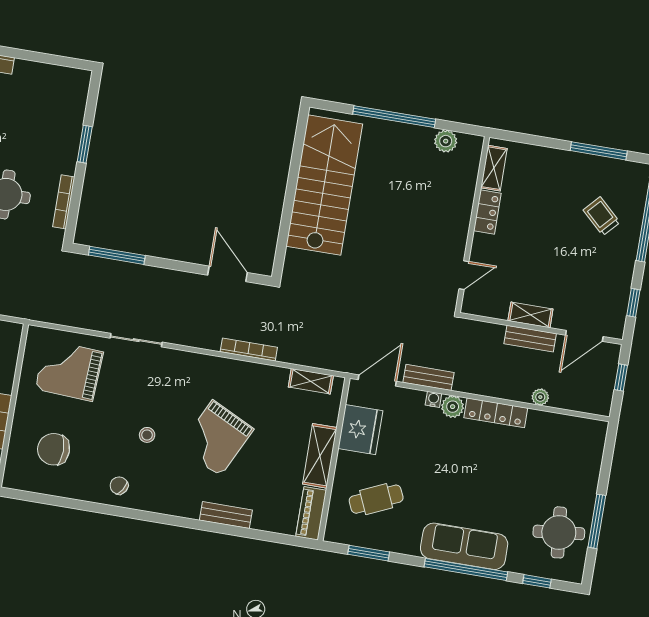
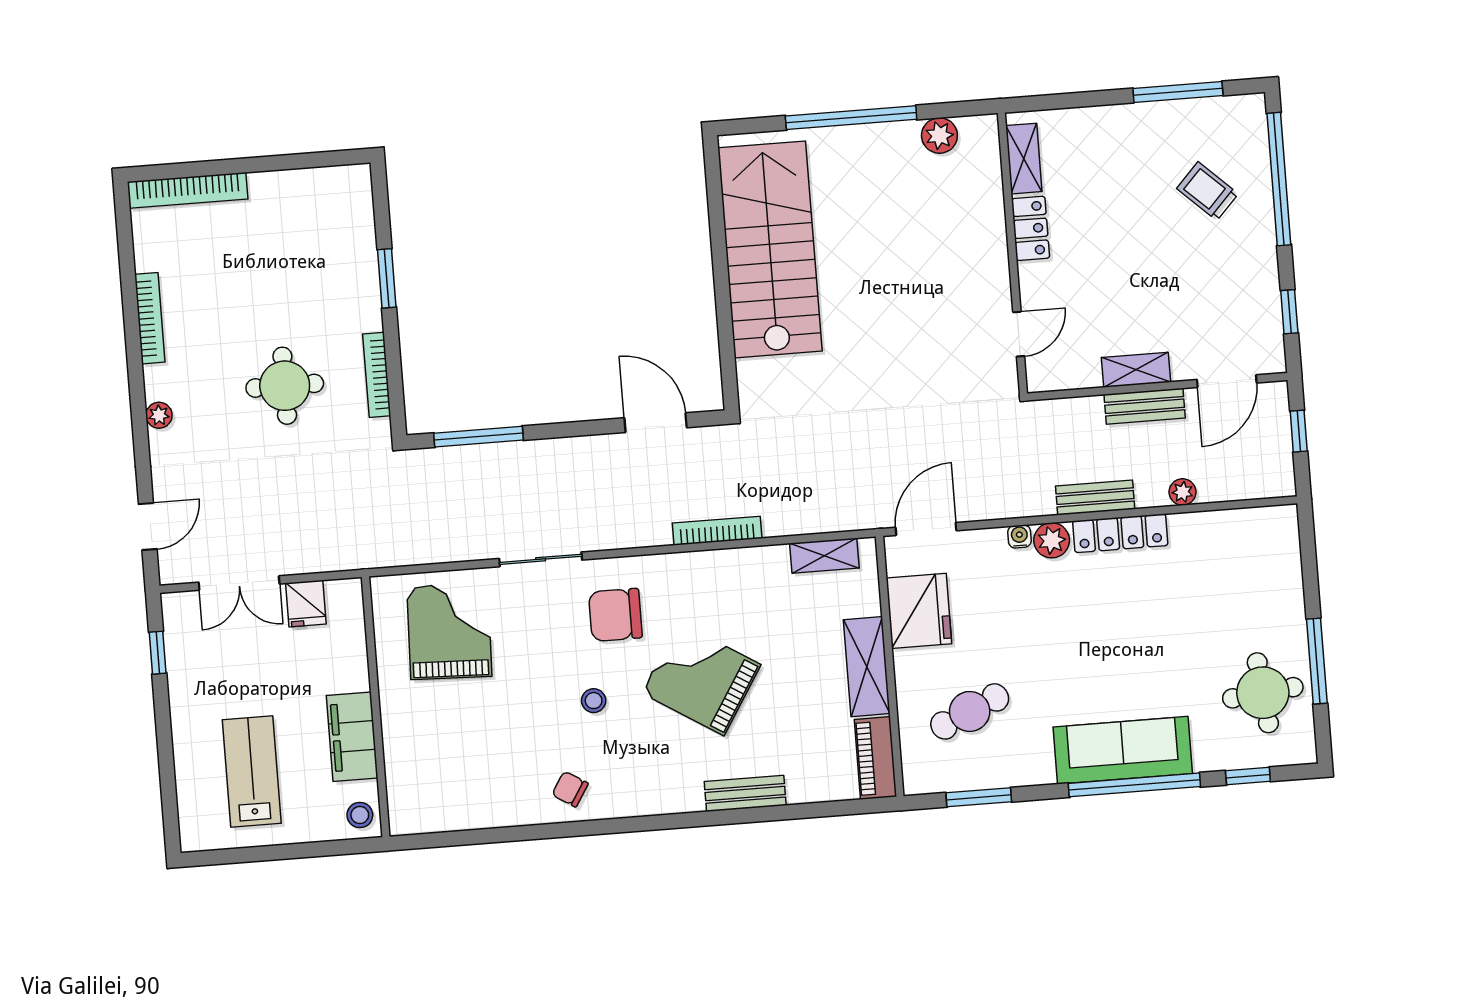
grand piano: (69, 370) -> (449, 631), turned 89
bench: (428, 377) -> (1095, 497), moved
grand piano: (216, 438) -> (701, 679), turned 96
chair: (54, 449) -> (615, 615), moved

